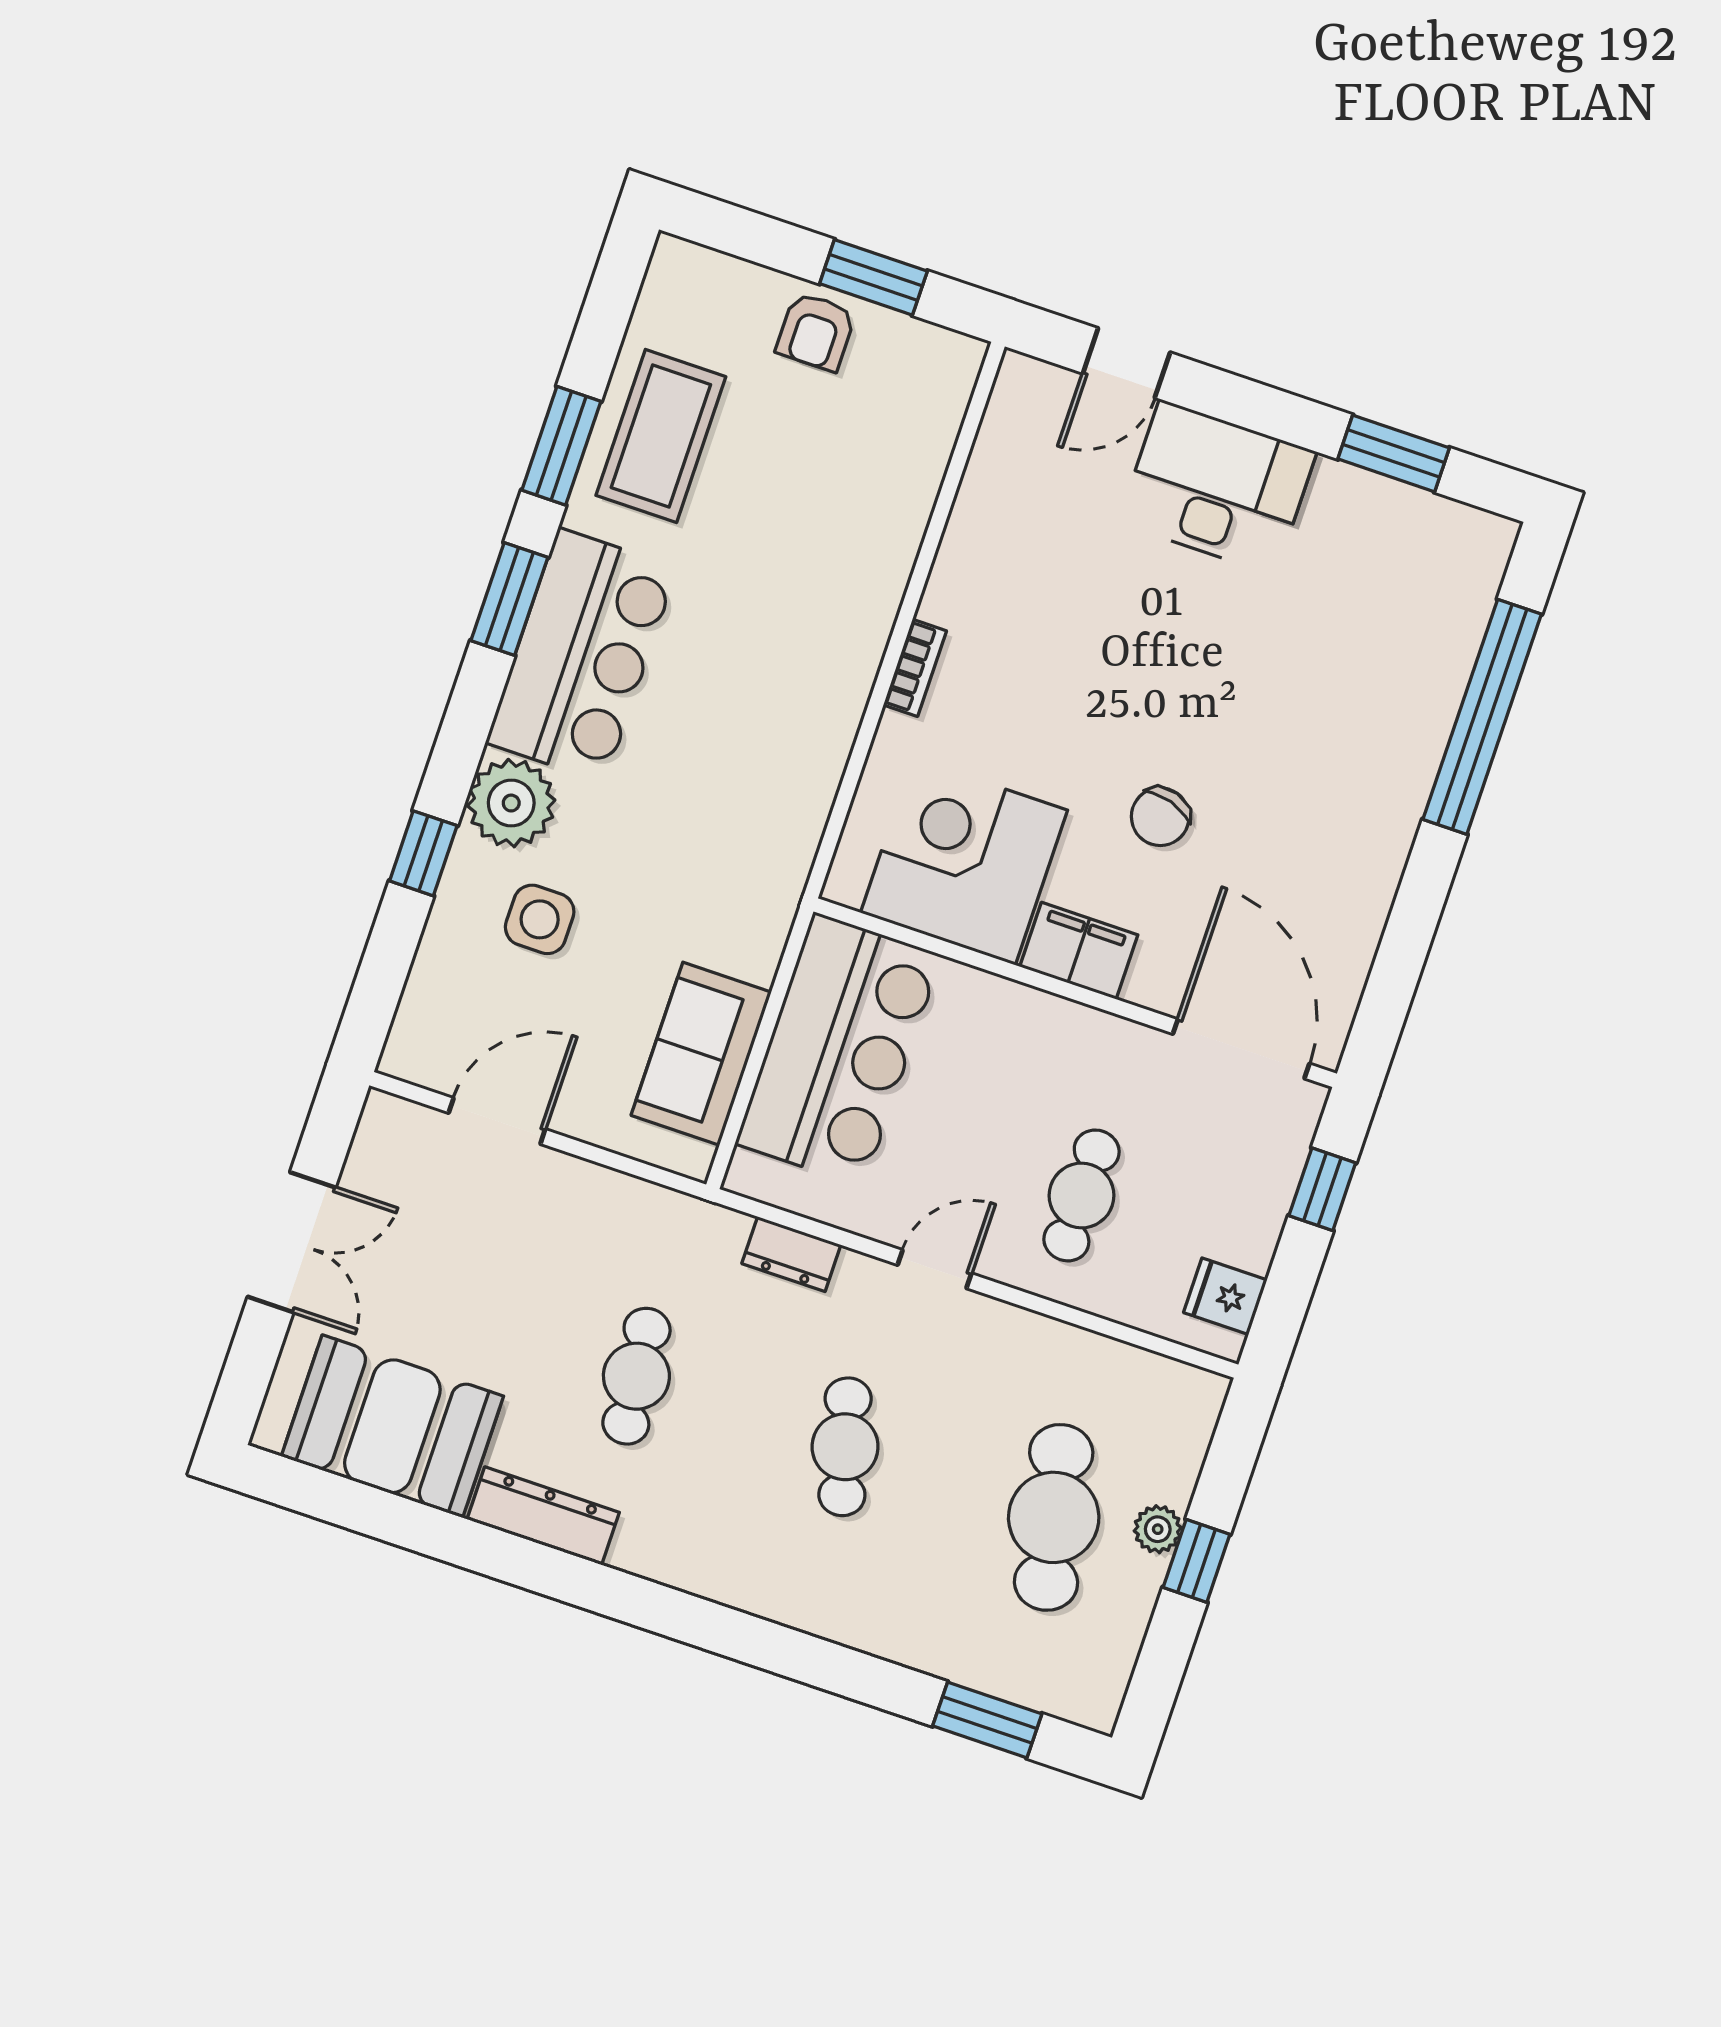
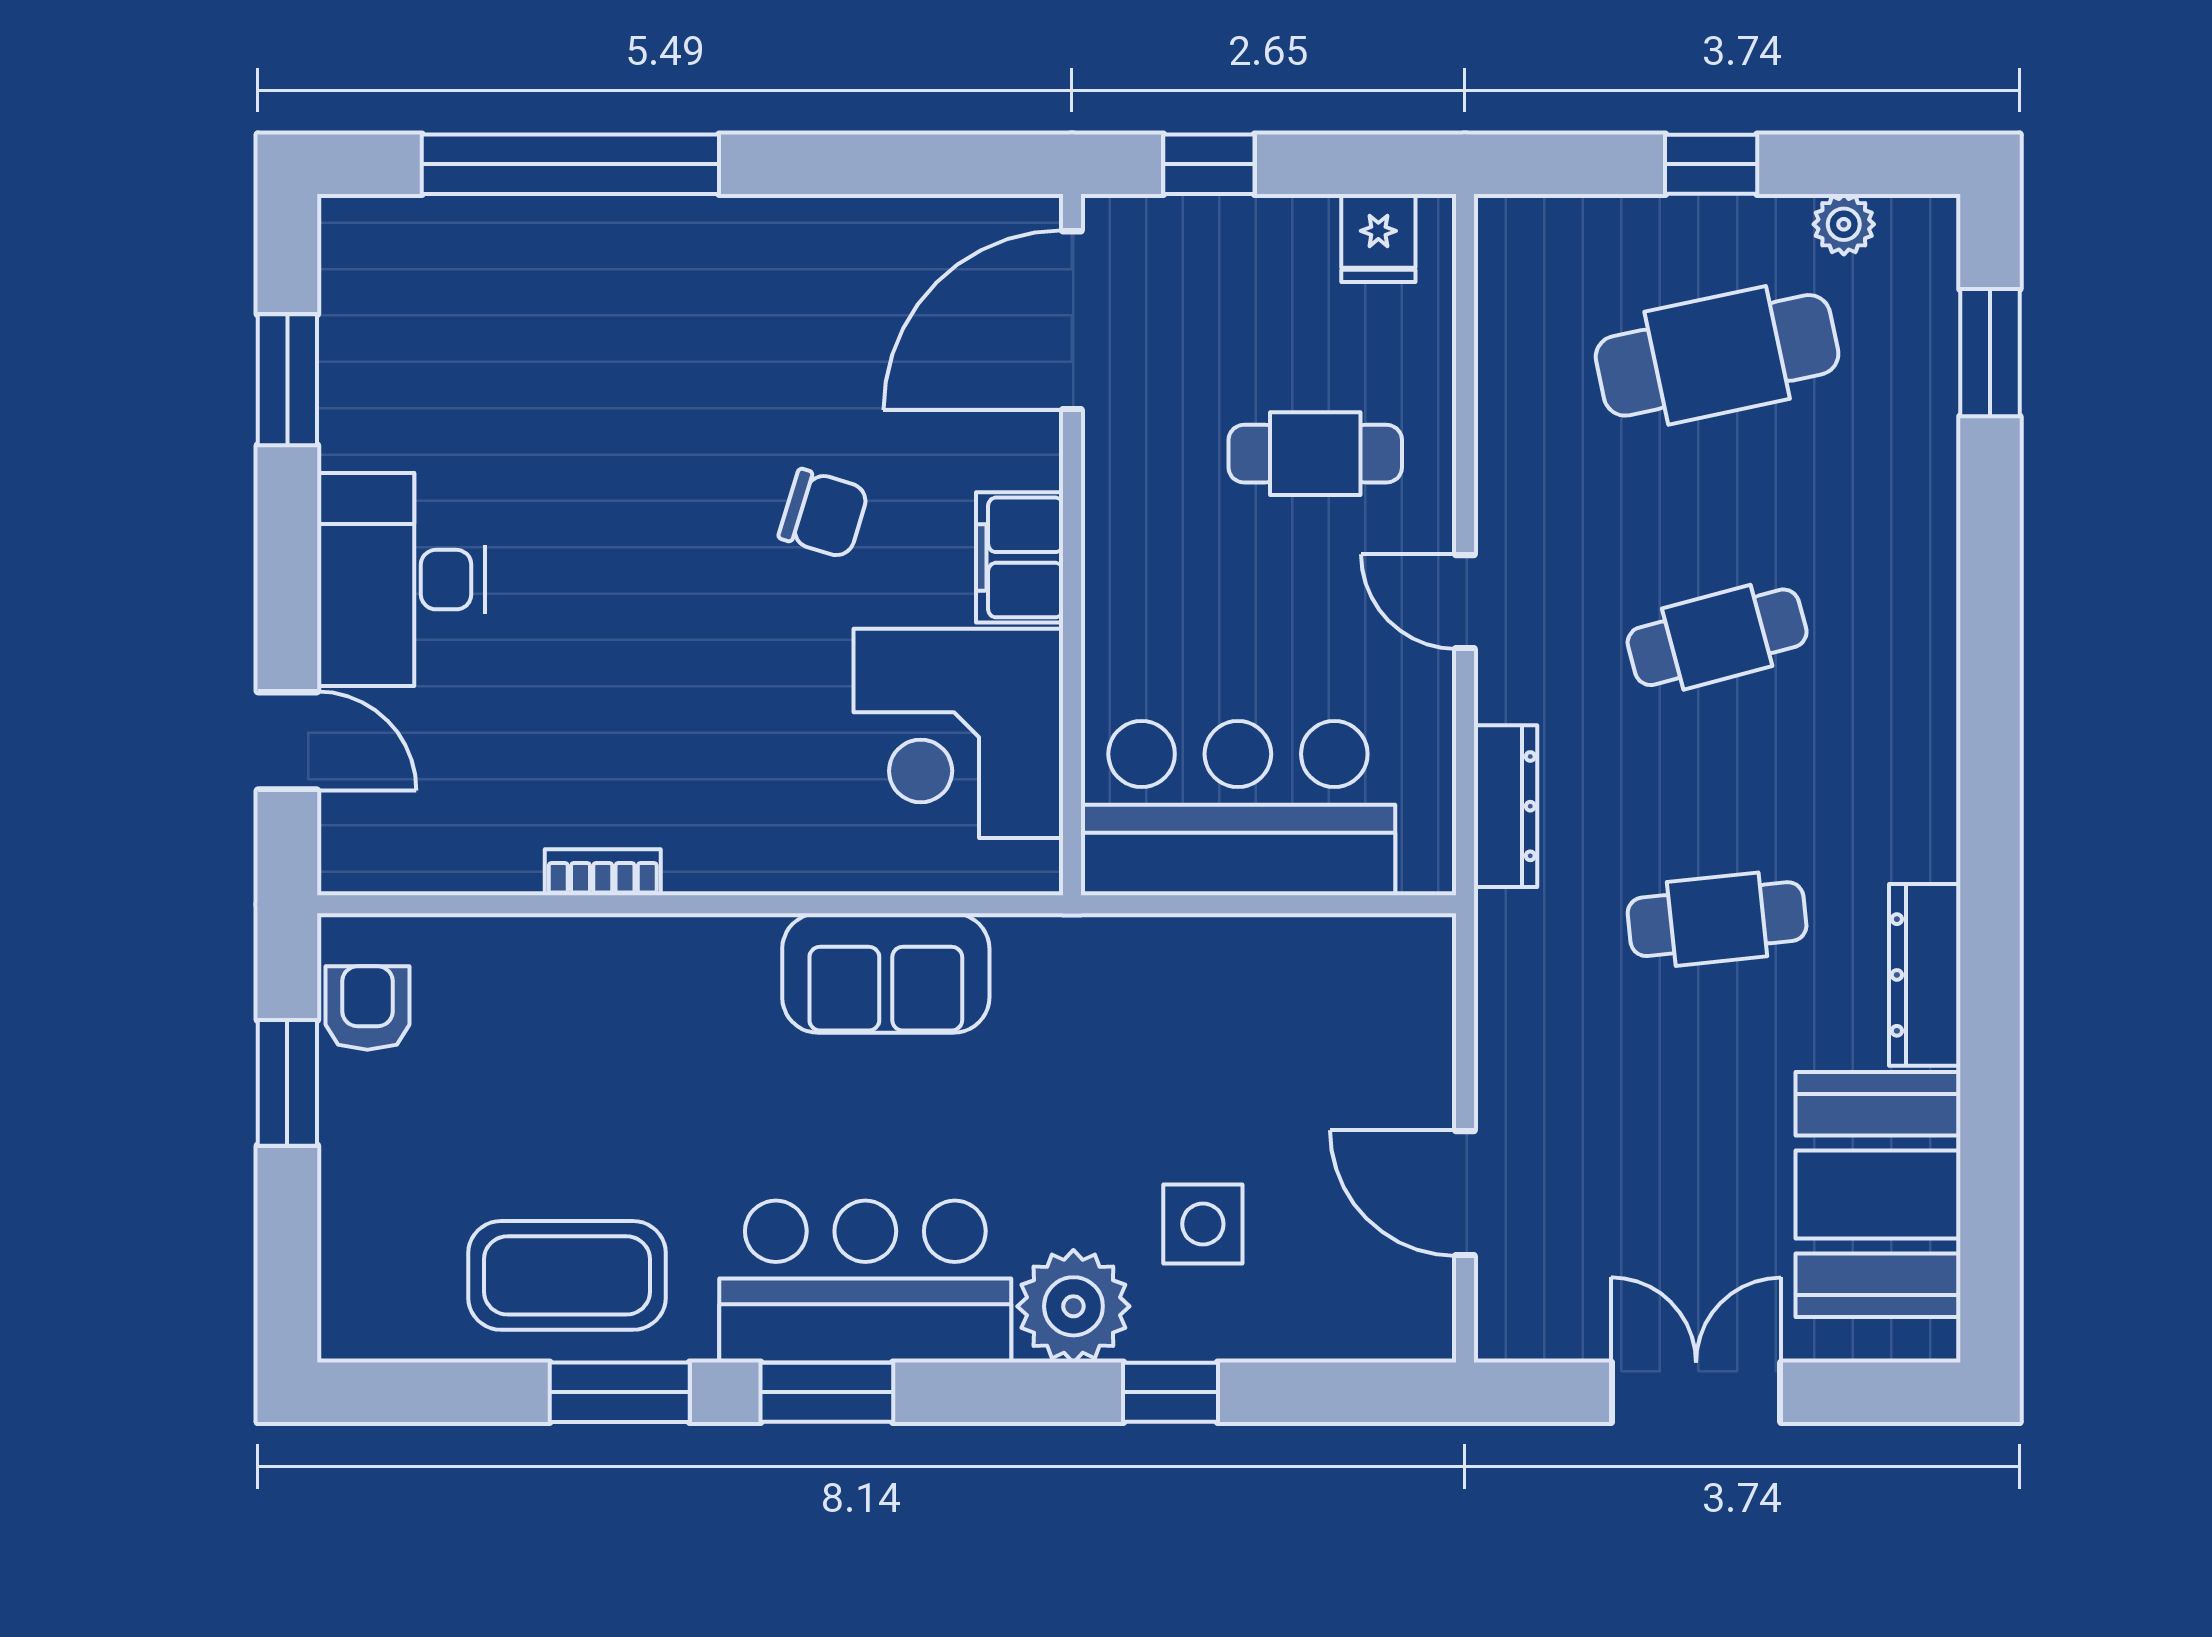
armchair: (816, 332) -> (367, 1008), moved, turned -90
bookcase: (915, 668) -> (603, 872), moved
sofa: (701, 1054) -> (886, 973), moved
dresser: (791, 1254) -> (1506, 806), width x1.44
plant: (1158, 1529) -> (1844, 224), moved

